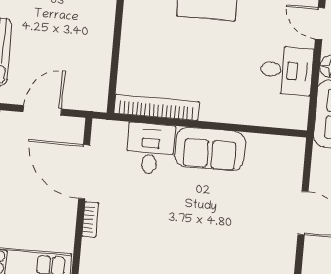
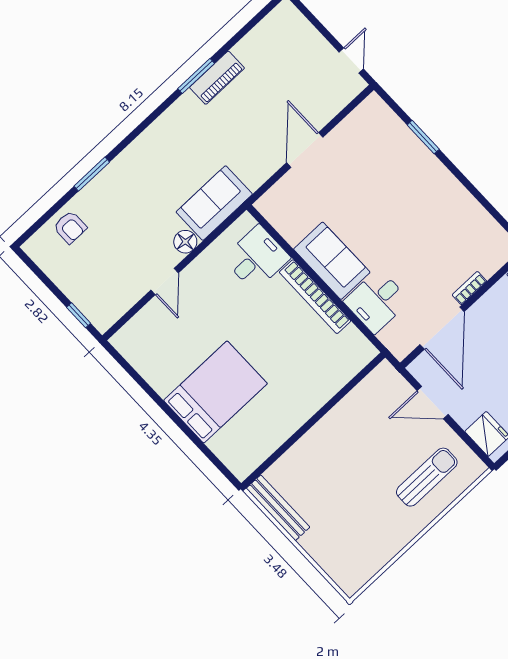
desk: (287, 70) -> (257, 258), moved, turned 90
bookcase: (156, 108) -> (315, 297), moved

